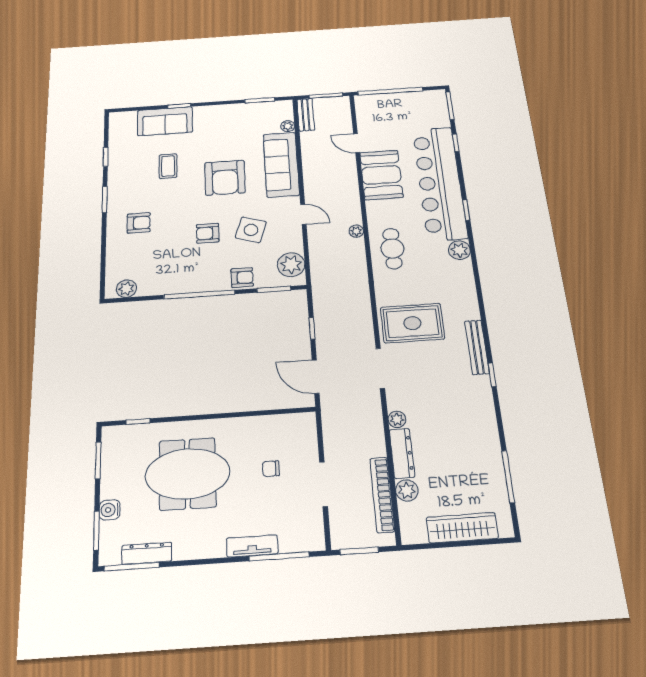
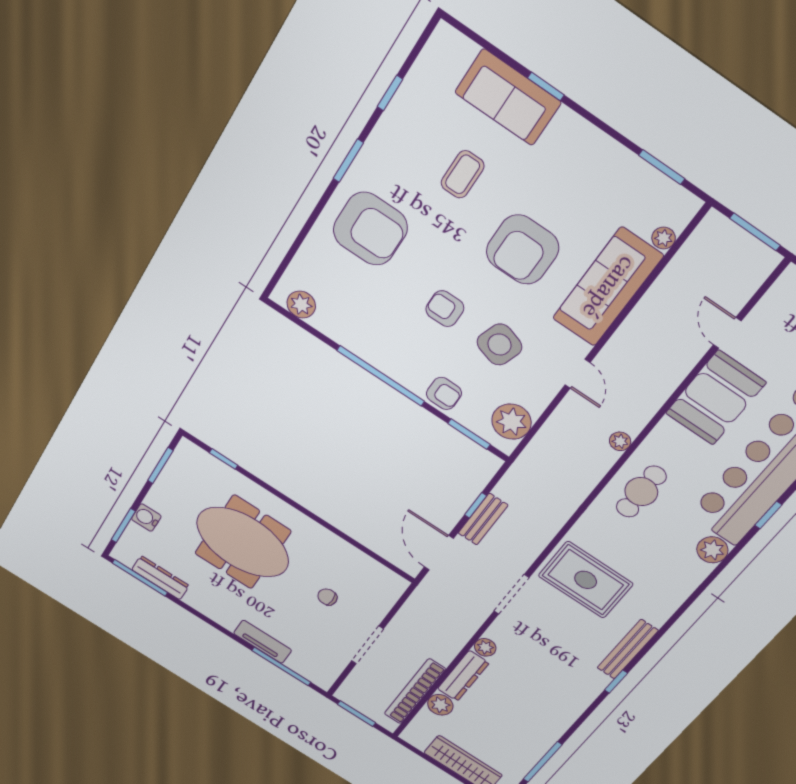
bench: (306, 115) -> (483, 519), moved
armchair: (139, 223) -> (370, 229), width x1.88, depth x1.88

